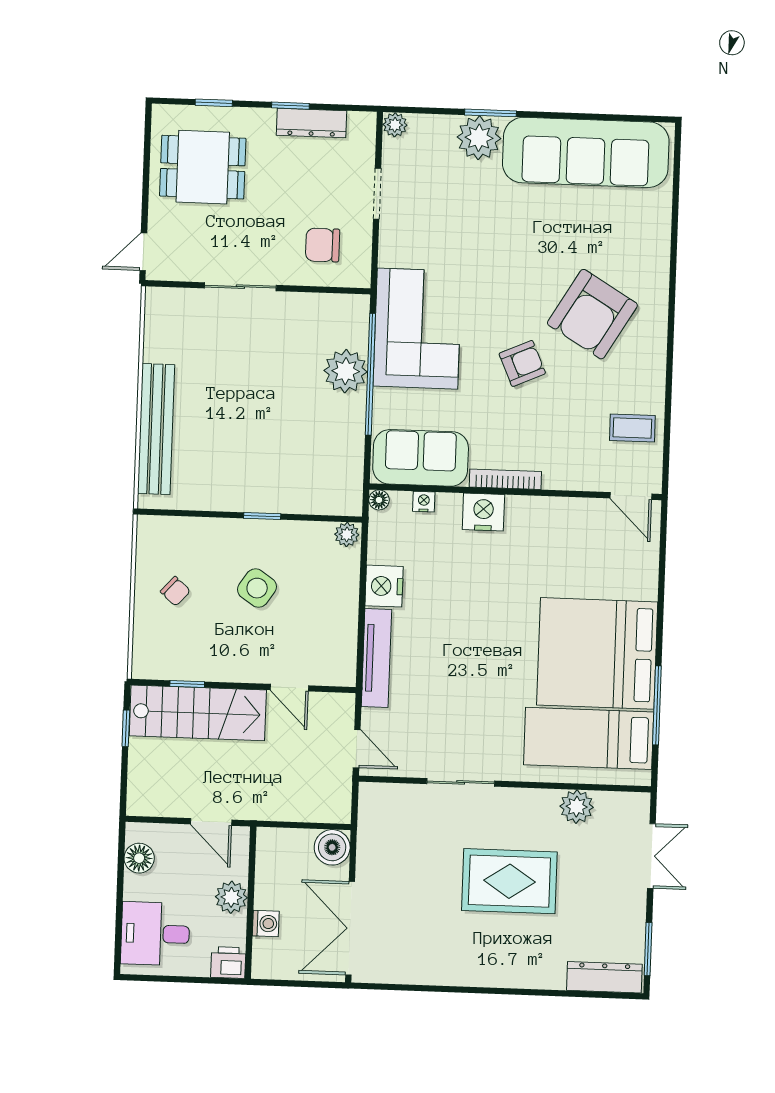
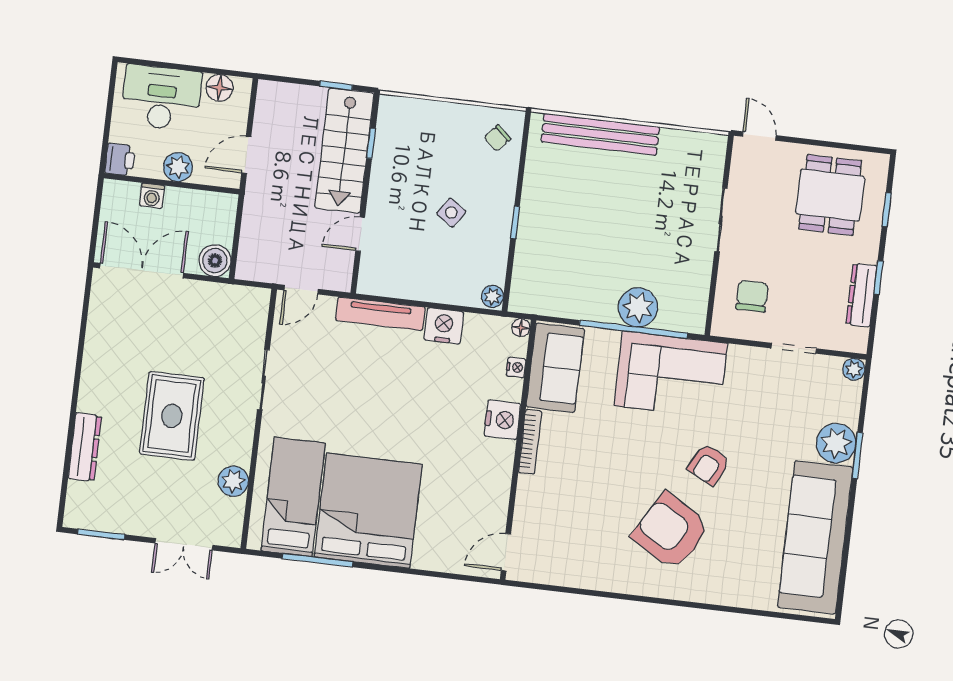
armchair: (522, 363) -> (709, 464), moved, turned 51
coffee table: (632, 428) -> (566, 559), removed
side table: (257, 588) -> (451, 213), width x0.73, depth x0.73
chair: (175, 591) -> (497, 138), moved
desk: (155, 934) -> (161, 98), width x1.37
dresser: (604, 977) -> (85, 447), moved

